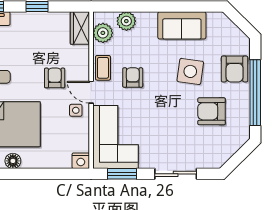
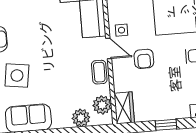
armchair: (133, 78) -> (71, 65), removed

